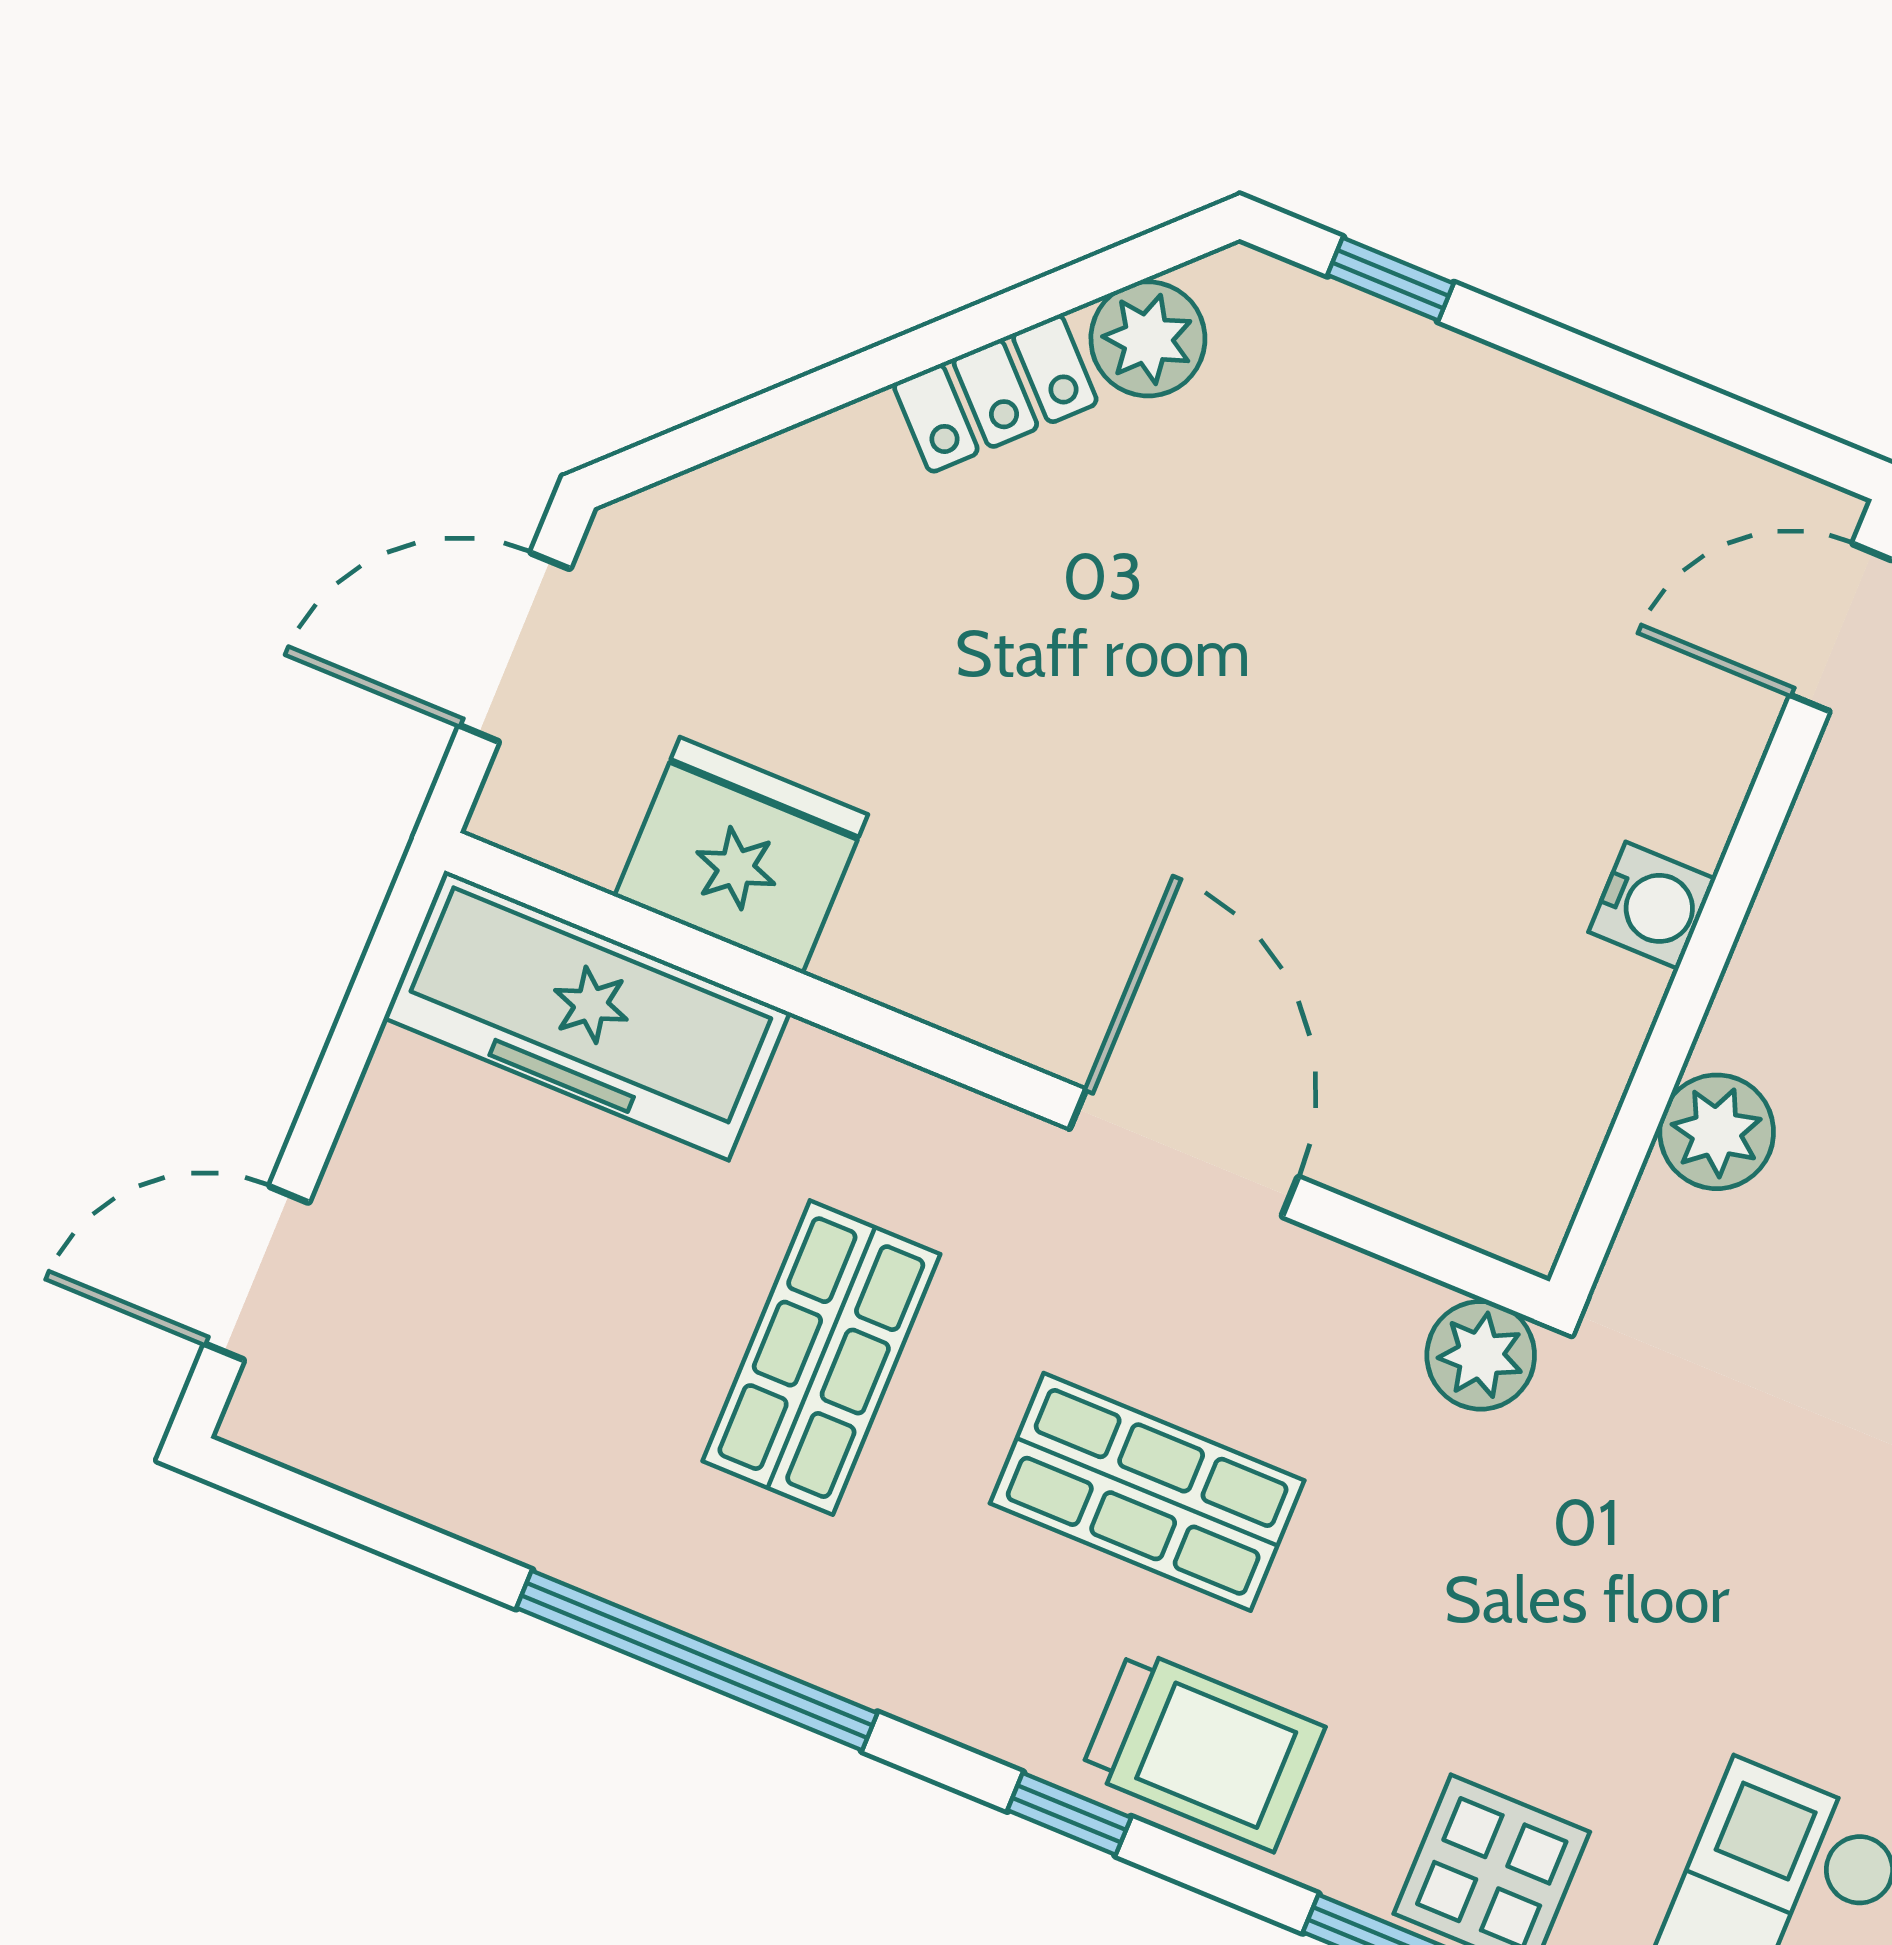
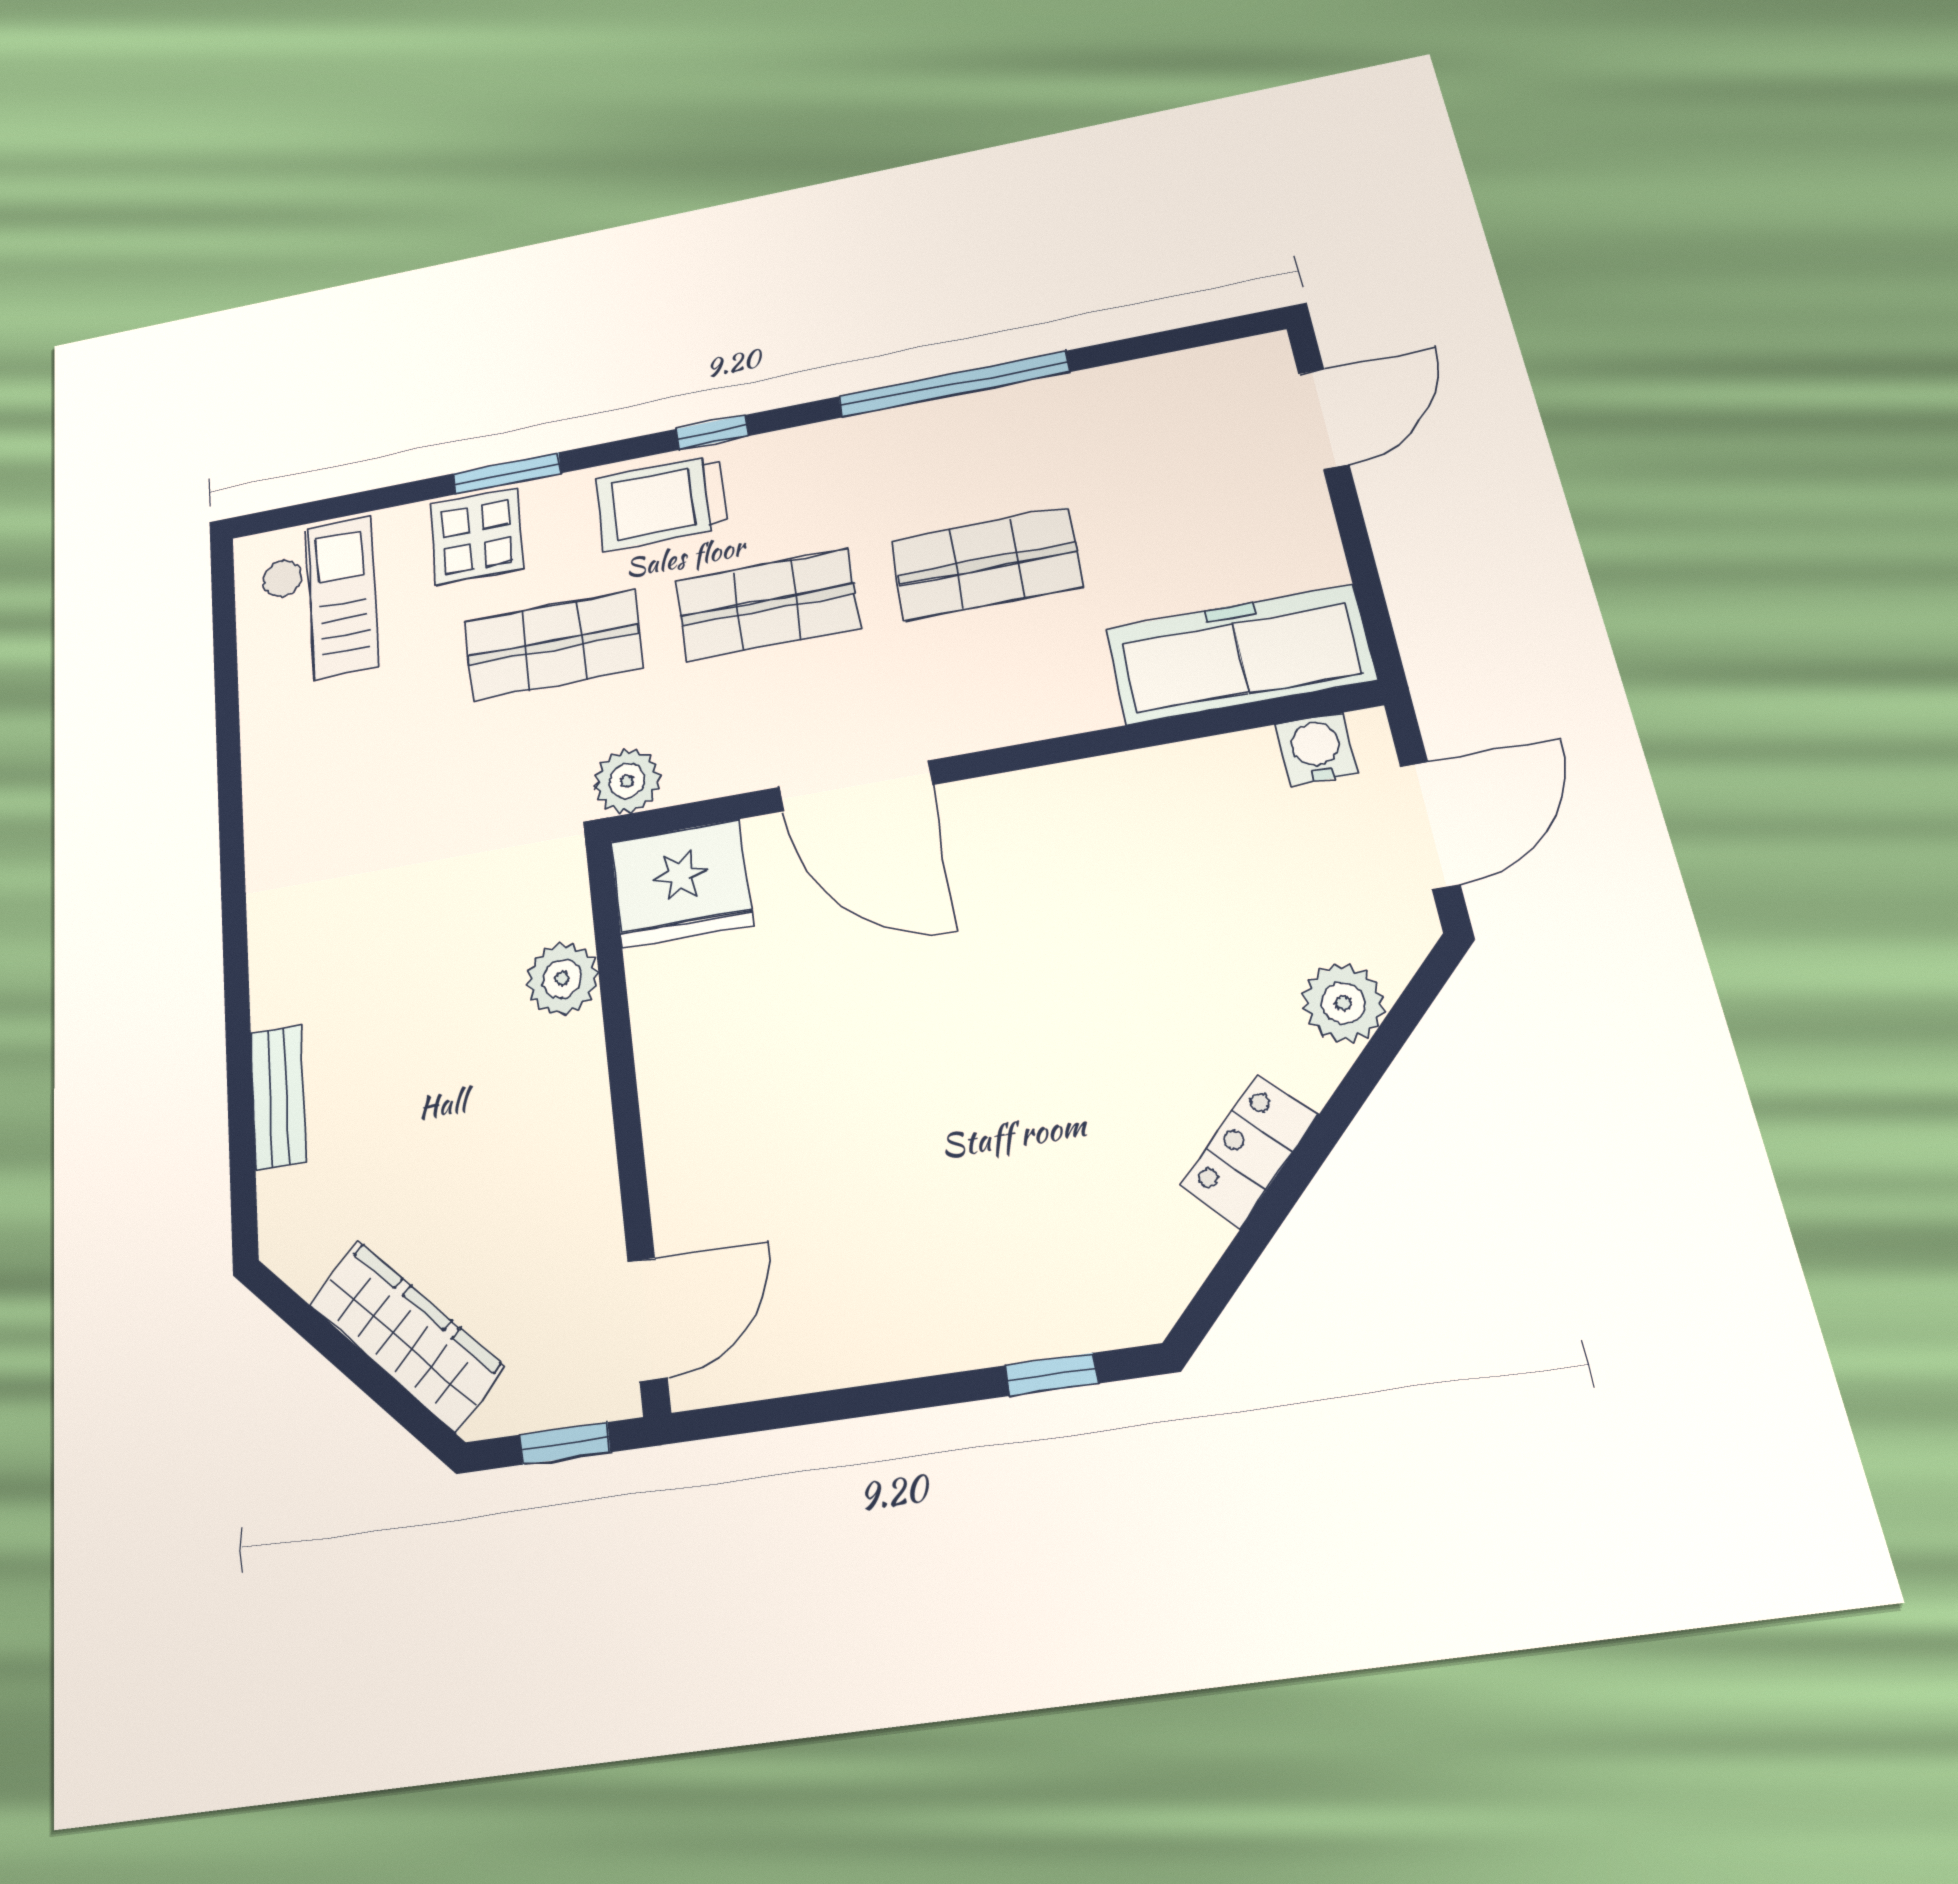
plant: (1148, 339) -> (1343, 1003), moved
fridge: (741, 855) -> (681, 884), moved
water cooler: (1652, 905) -> (1316, 749), moved, turned 90
shop shelf: (821, 1358) -> (987, 563), turned 90
shop shelf: (1473, 1626) -> (553, 645), added

